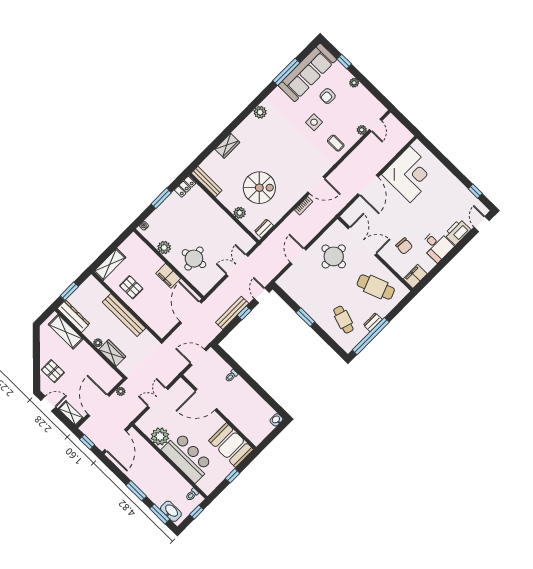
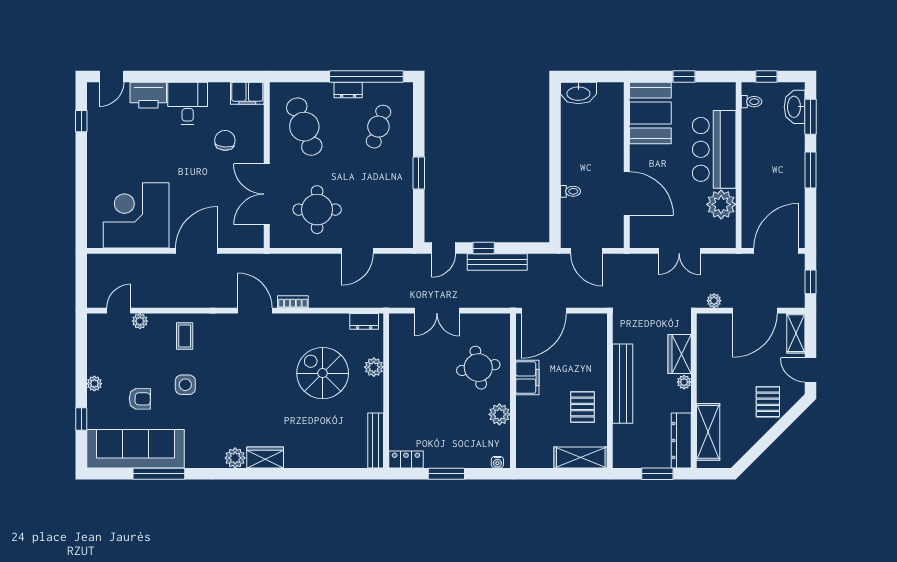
wardrobe: (227, 146) -> (265, 458), moved
washbasin: (276, 420) -> (578, 93), width x1.91, depth x1.45

